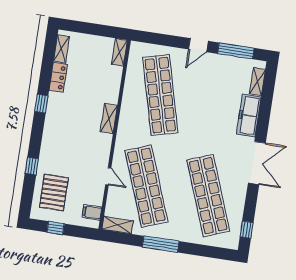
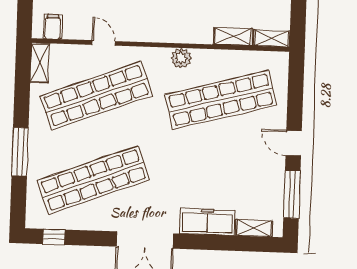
shelving: (109, 119) -> (233, 36), moved
plant: (126, 121) -> (181, 58), added
door: (108, 176) -> (104, 43), swing flipped
window: (161, 244) -> (20, 152), moved

